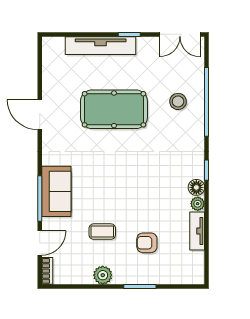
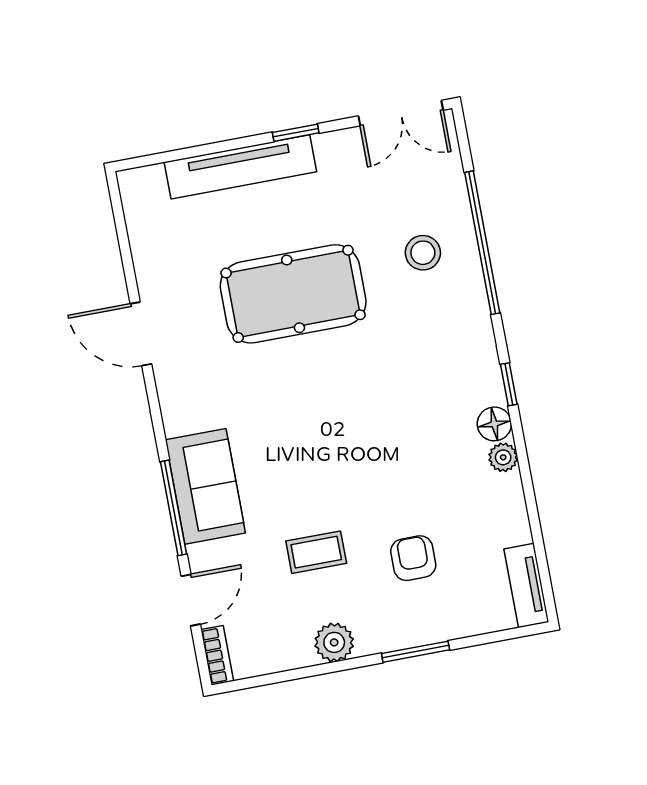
tv unit: (197, 231) -> (526, 585), moved
armchair: (147, 243) -> (413, 558), turned 90

